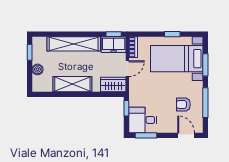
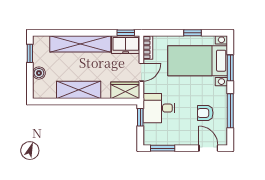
desk: (143, 120) -> (159, 108), moved

